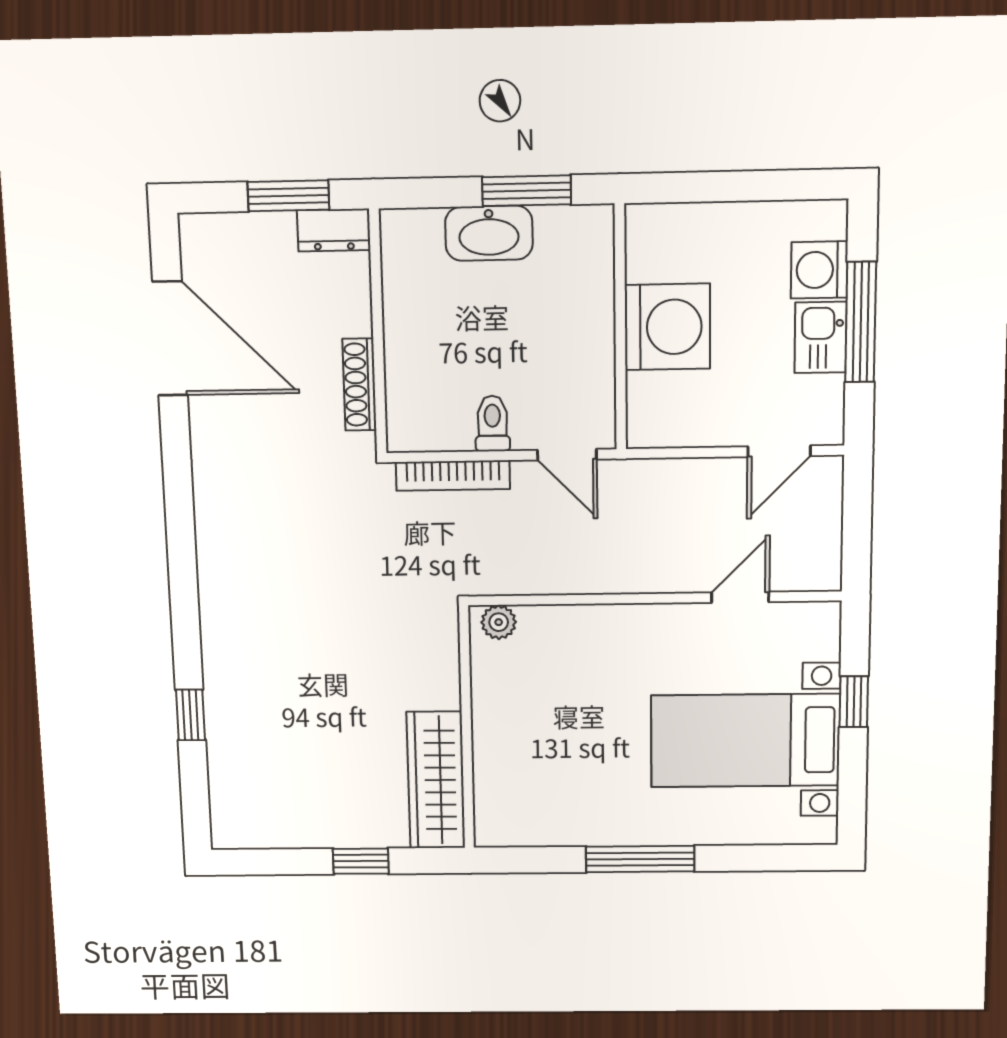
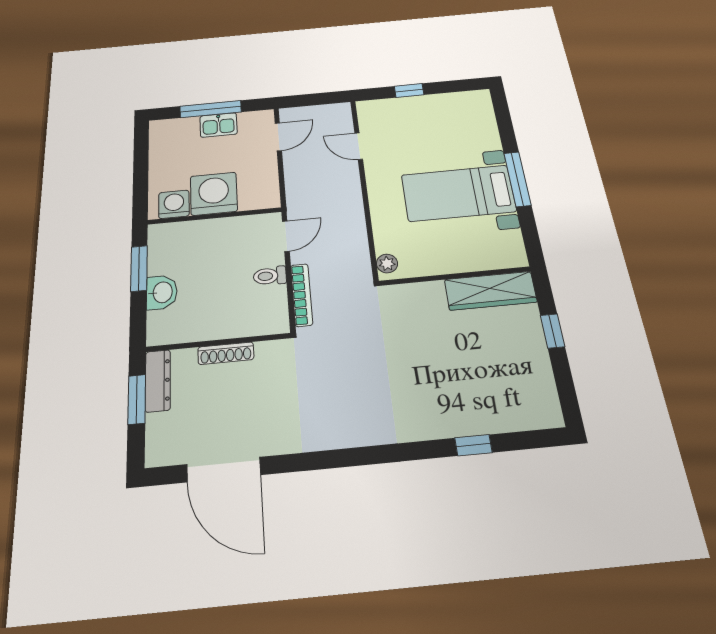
dresser: (334, 230) -> (158, 381), width x1.44
washbasin: (489, 233) -> (162, 292), width x0.72
washing machine: (819, 270) -> (174, 204), moved, turned 180
door: (170, 338) -> (224, 470), swing flipped
shoe rack: (359, 385) -> (226, 353), moved
door: (779, 451) -> (278, 137), hinge flipped
bed with nightstands: (745, 741) -> (458, 193), moved, turned 90

